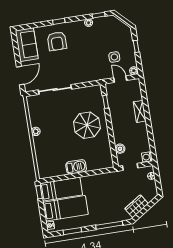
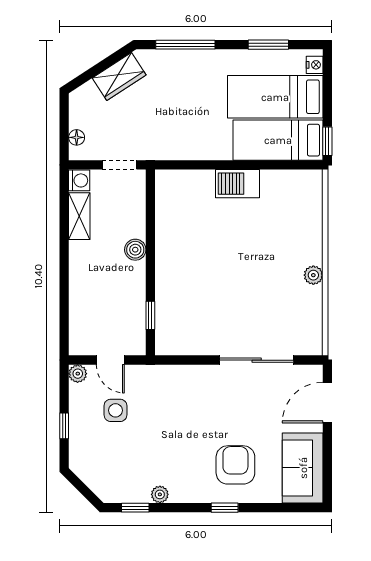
shelving: (140, 111) -> (79, 216), moved
parasol: (87, 125) -> (199, 271), removed
boiler: (120, 149) -> (135, 250), moved

